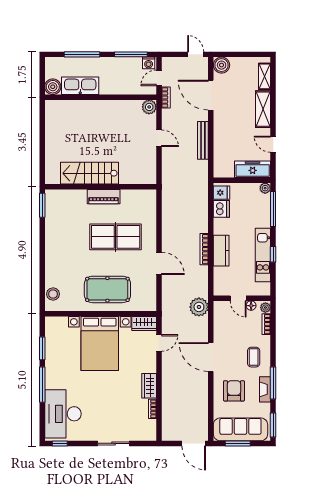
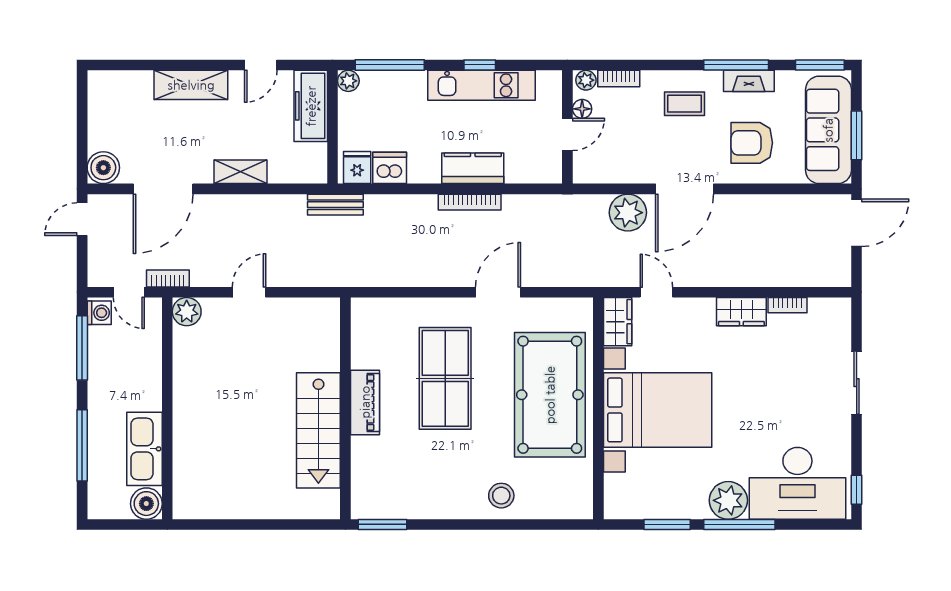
shelving: (265, 76) -> (241, 172), moved
bench: (203, 140) -> (335, 205), moved, width x0.73
pool table: (107, 289) -> (550, 395), width x1.36, depth x1.32
stool: (53, 294) -> (501, 496), moved
plant: (199, 307) -> (628, 213), moved
plant: (54, 379) -> (728, 500), added

